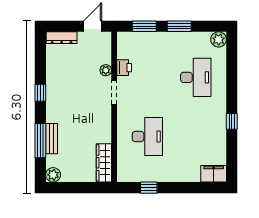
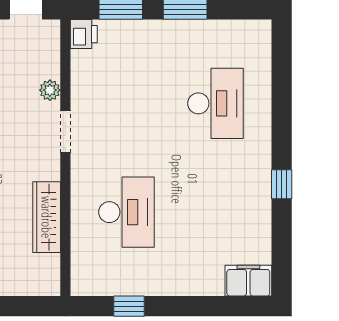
plant: (219, 39) -> (257, 34), removed
printer: (124, 68) -> (84, 34), moved
wardrobe: (104, 163) -> (47, 217), moved

